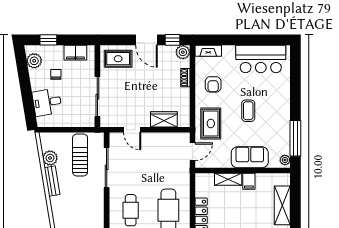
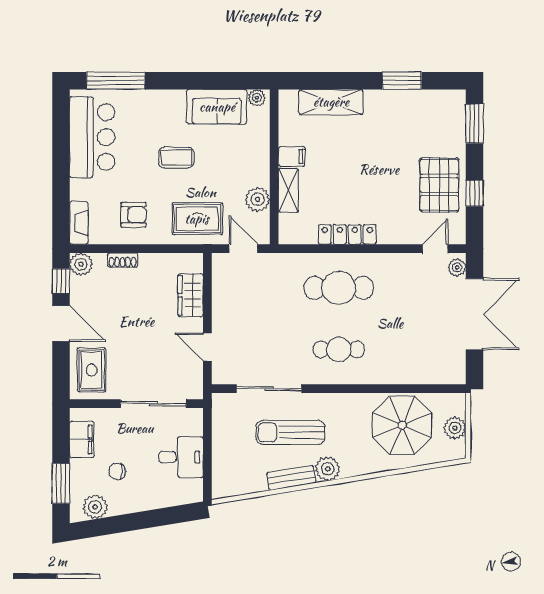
window: (48, 40) -> (61, 484), width x1.50
door: (146, 40) -> (61, 324), hinge flipped
desk: (47, 102) -> (181, 457), moved, turned -81
door: (132, 130) -> (207, 347), swing flipped
window: (295, 138) -> (116, 81), moved
sun lounger: (80, 155) -> (290, 432), moved
sofa: (250, 157) -> (217, 107), moved, turned -90
plant: (50, 158) -> (328, 469), moved
plant: (223, 160) -> (258, 199), added

